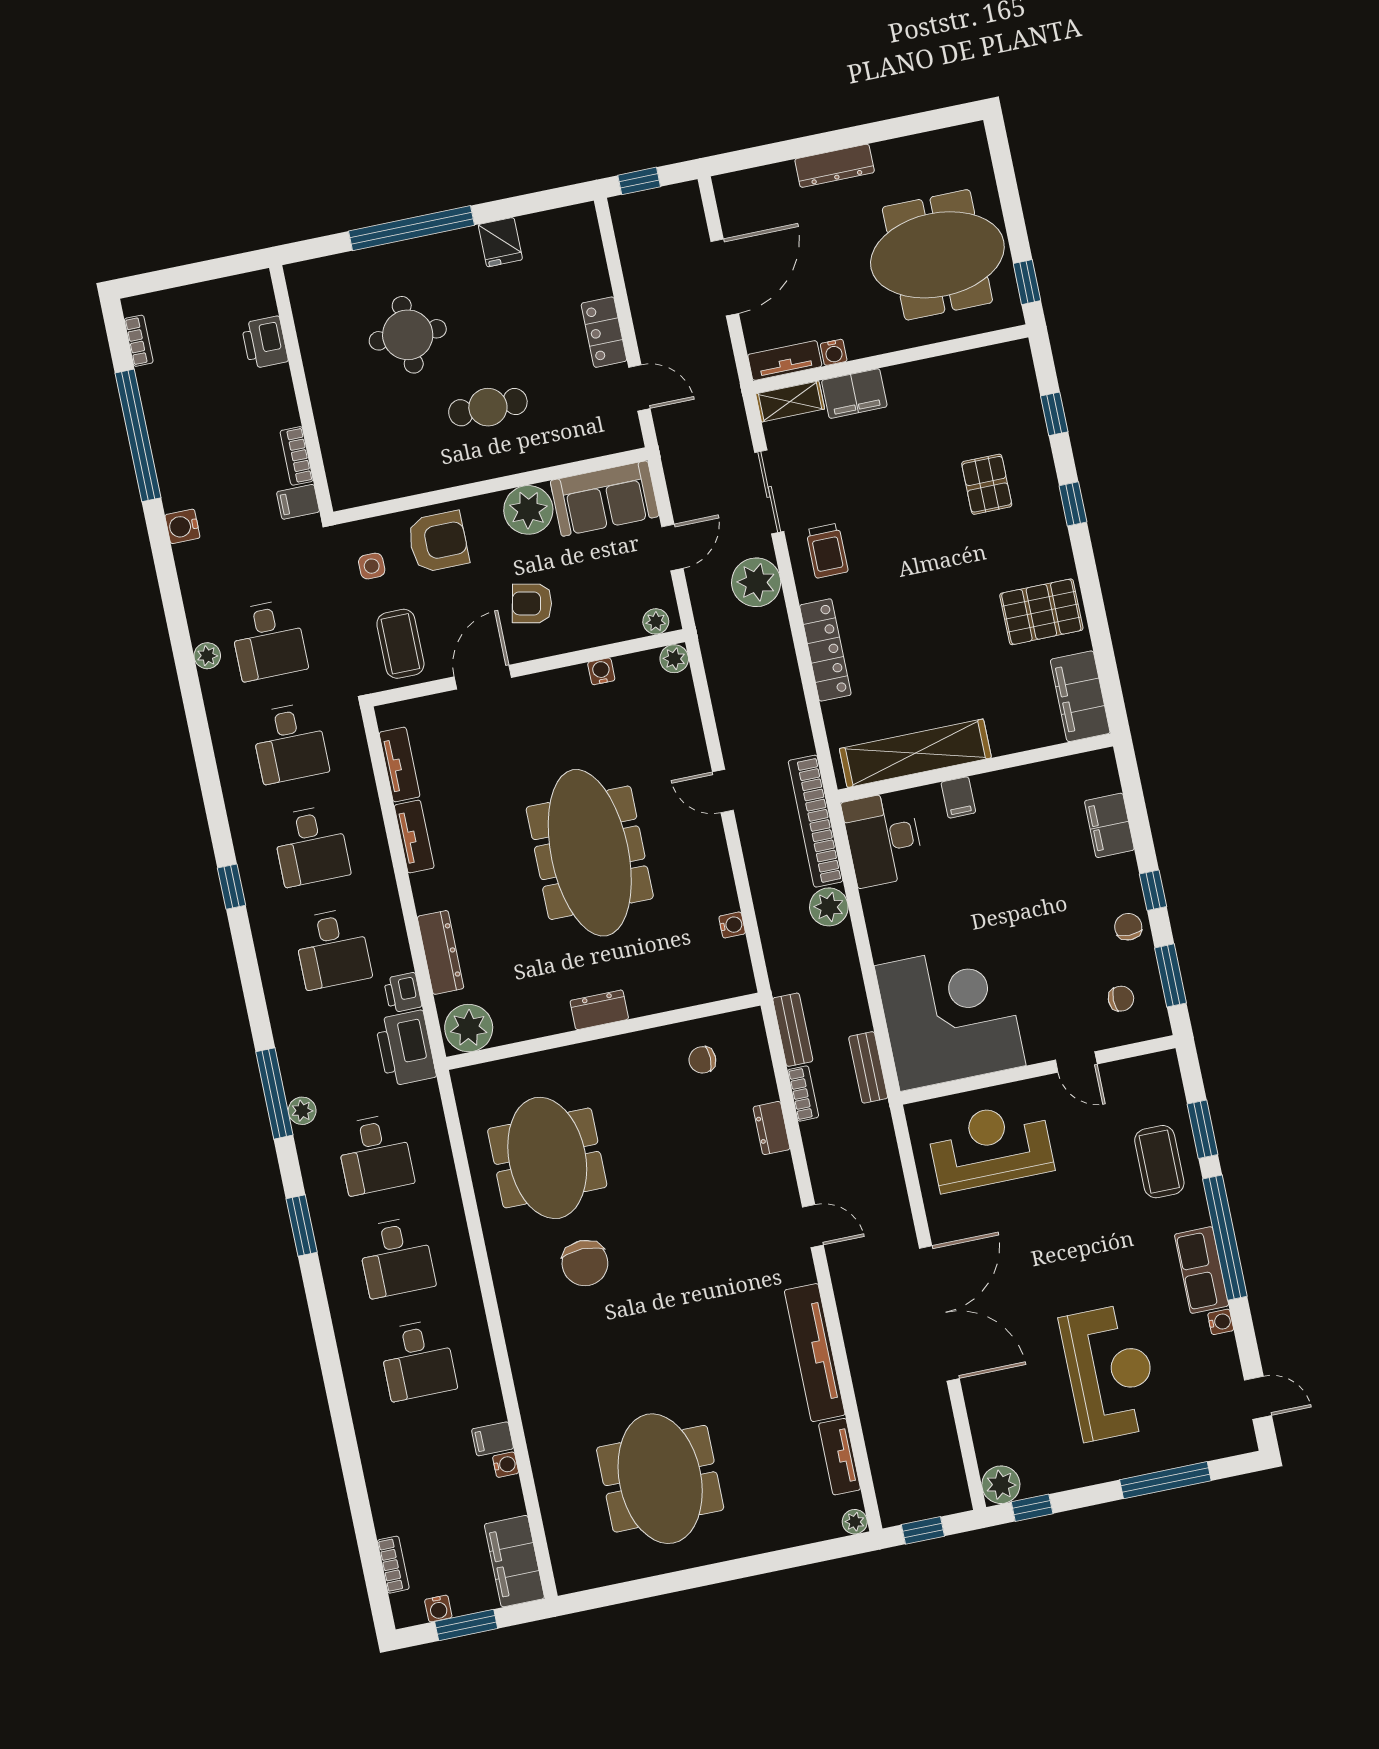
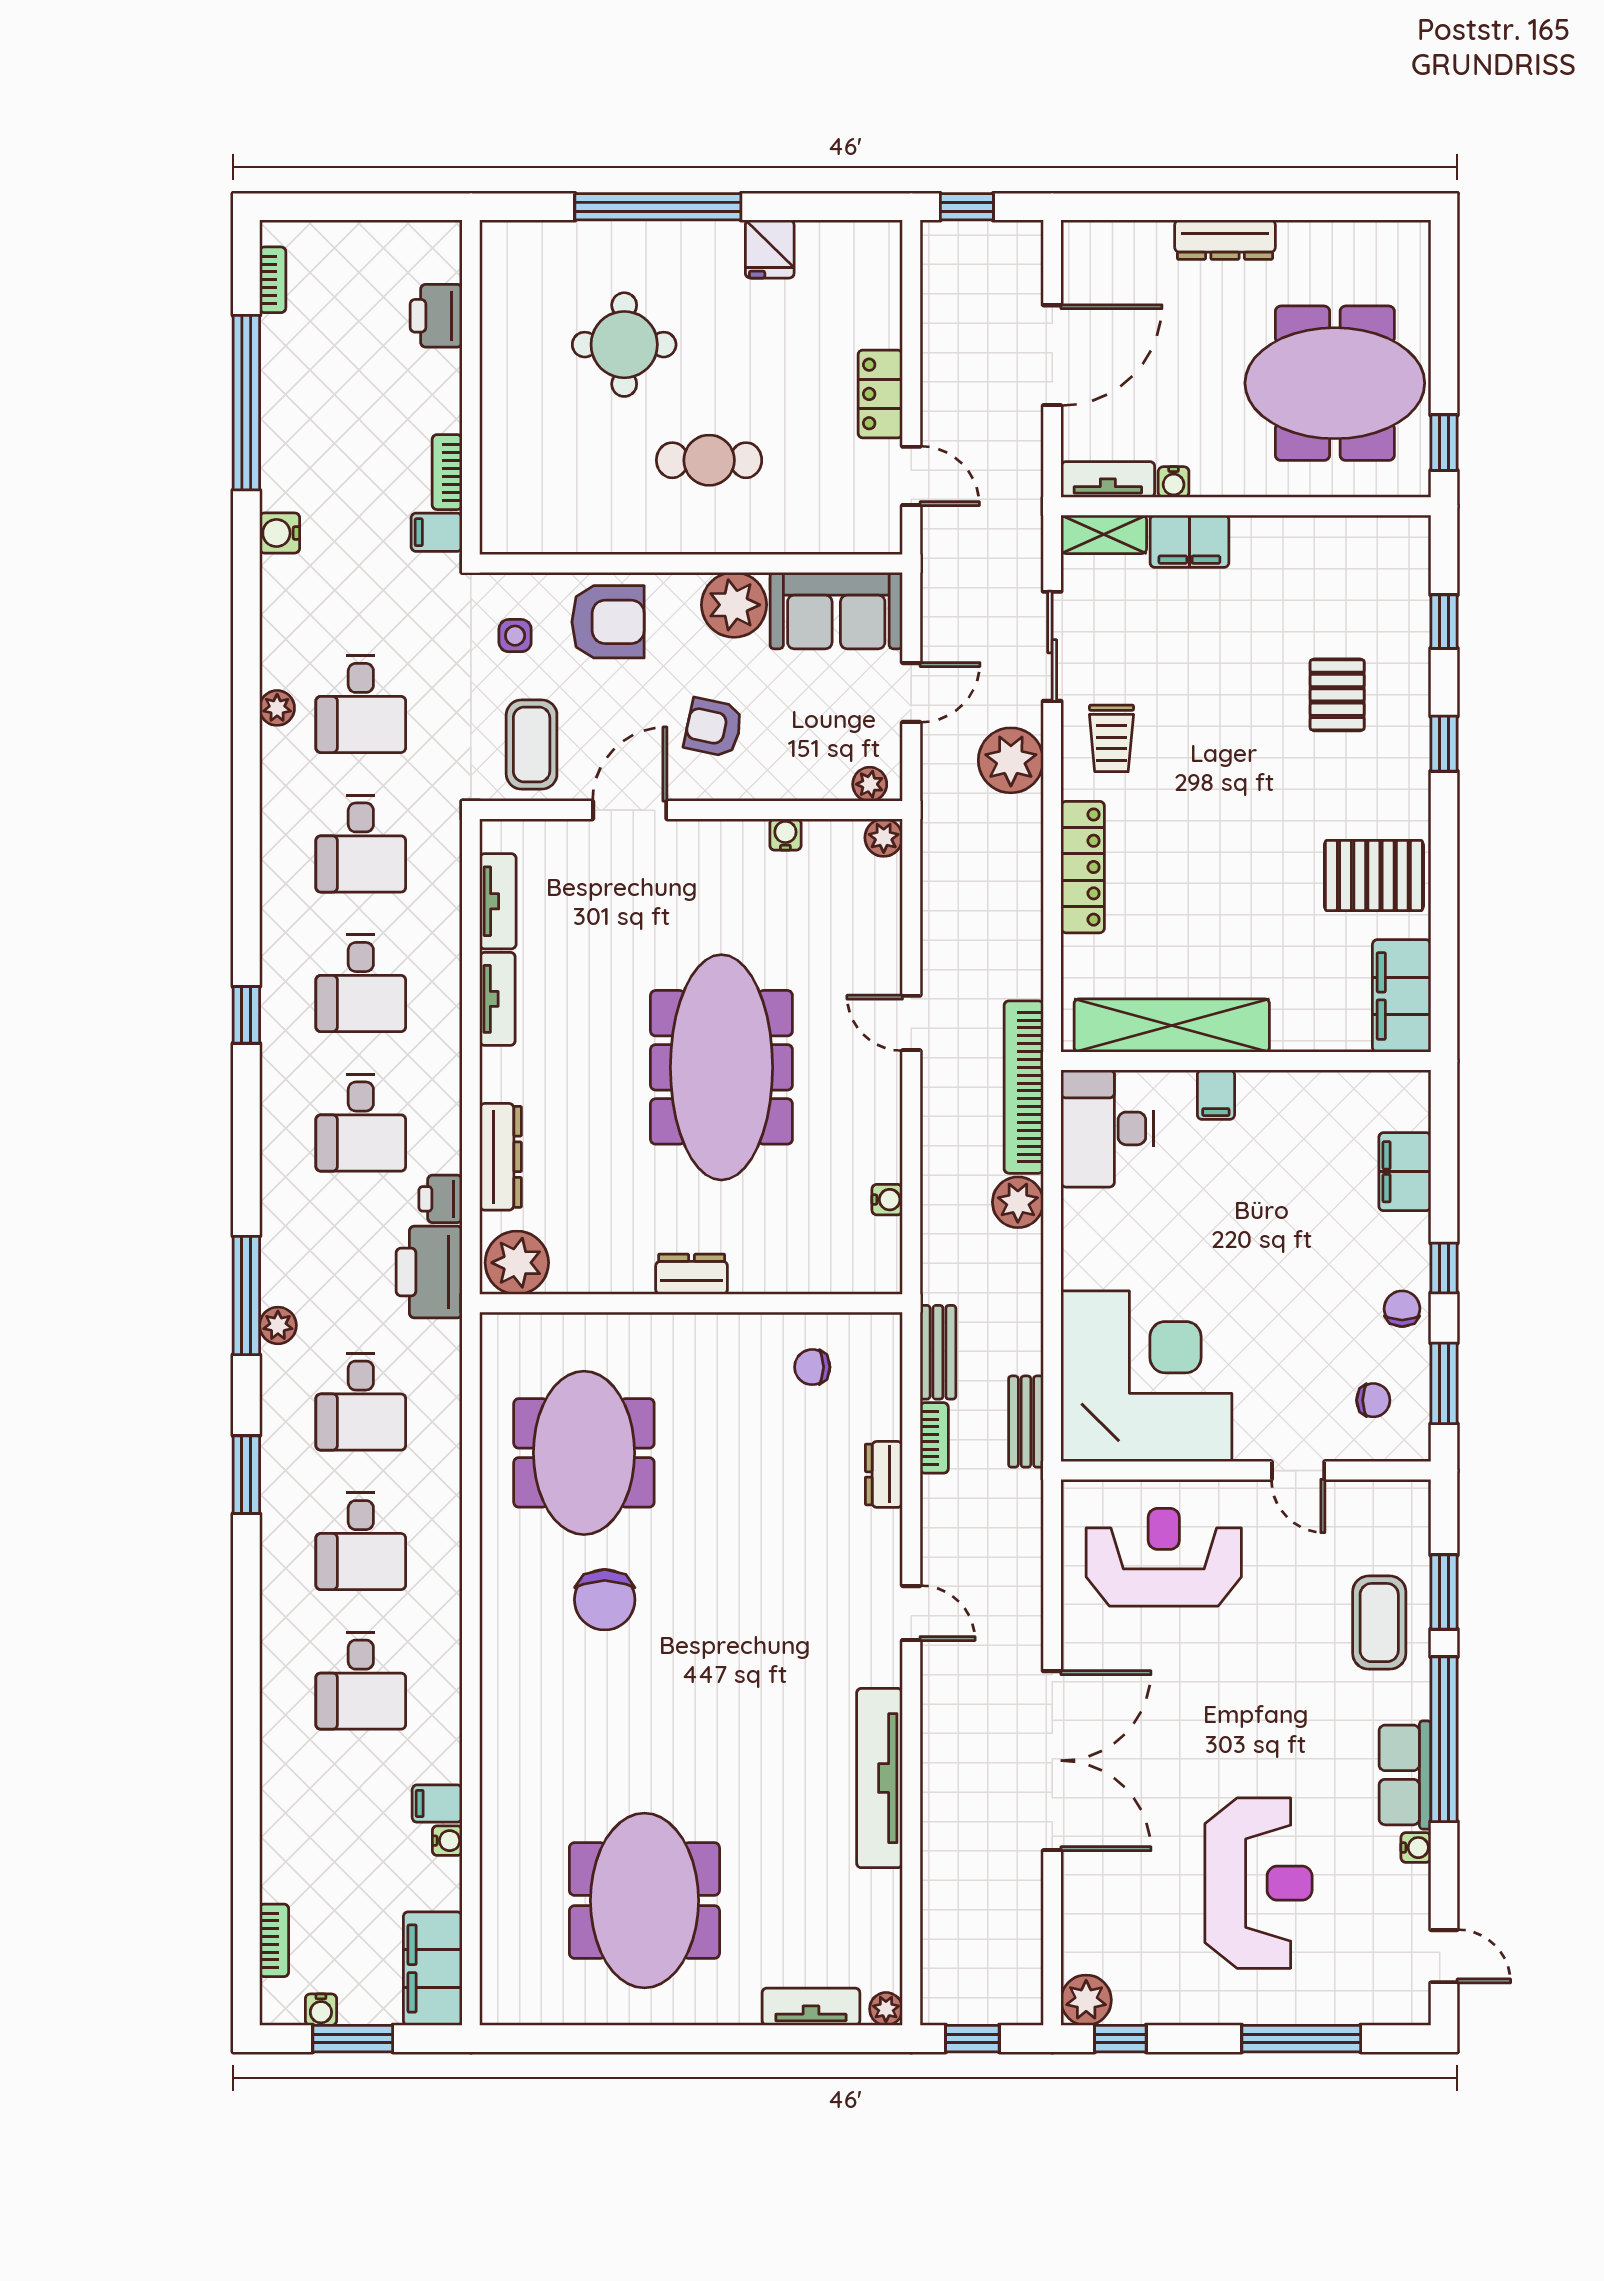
tv unit: (840, 1457) -> (811, 2007), moved, turned 90

